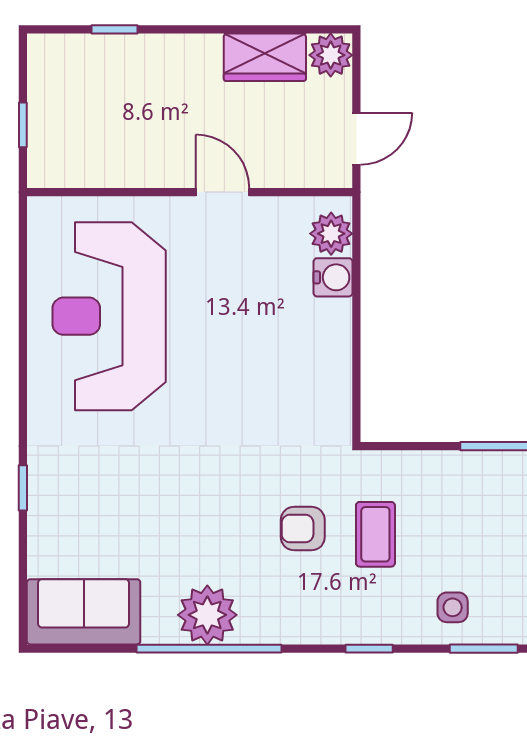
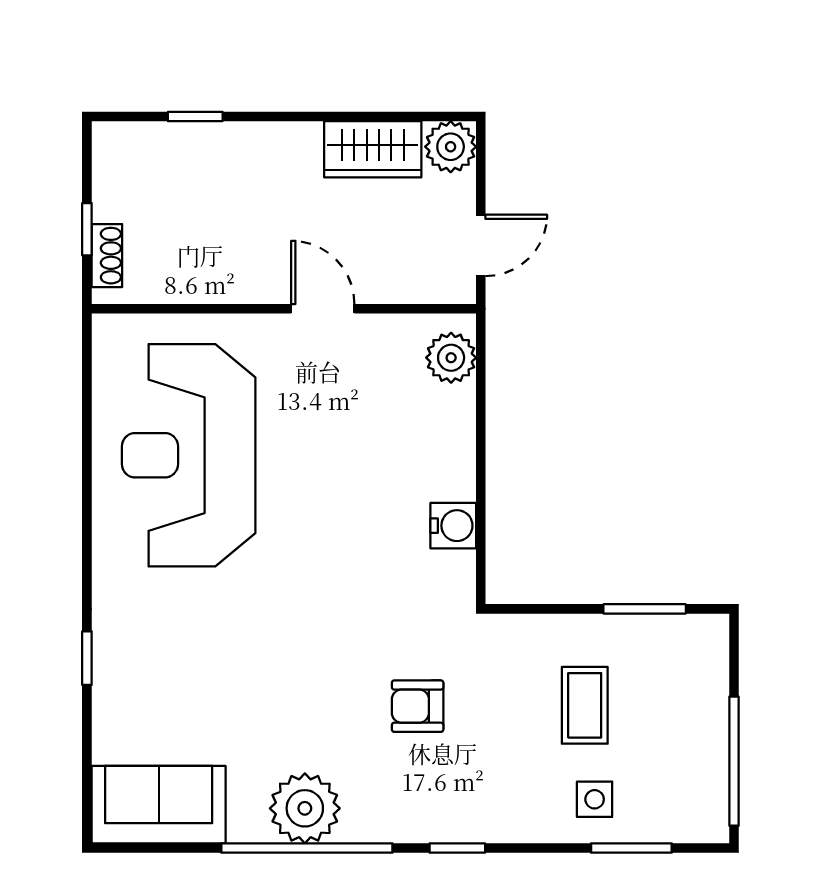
shoe rack: (40, 147) -> (107, 256), added
water cooler: (333, 277) -> (453, 526), moved
coffee table: (375, 534) -> (585, 705), moved
window: (369, 649) -> (457, 848), moved

